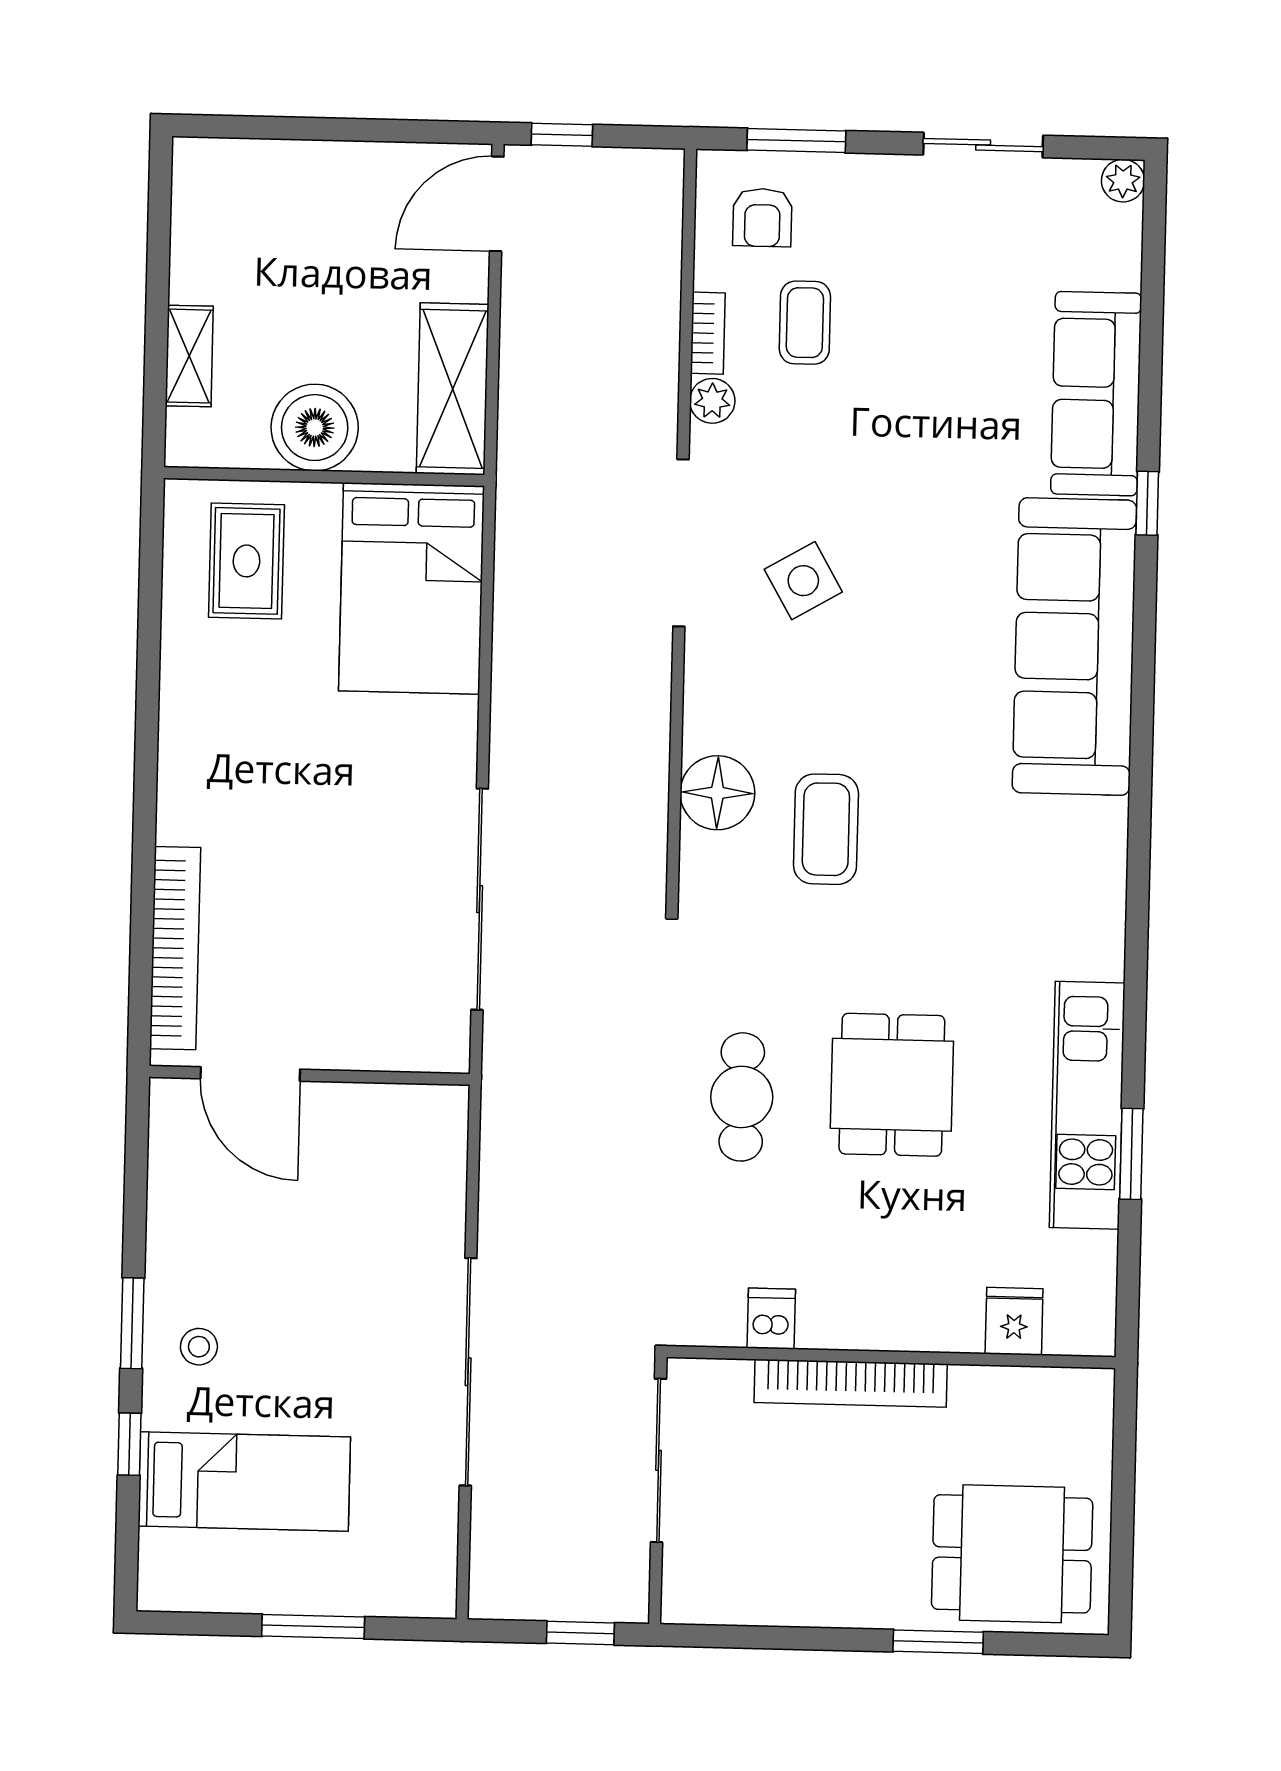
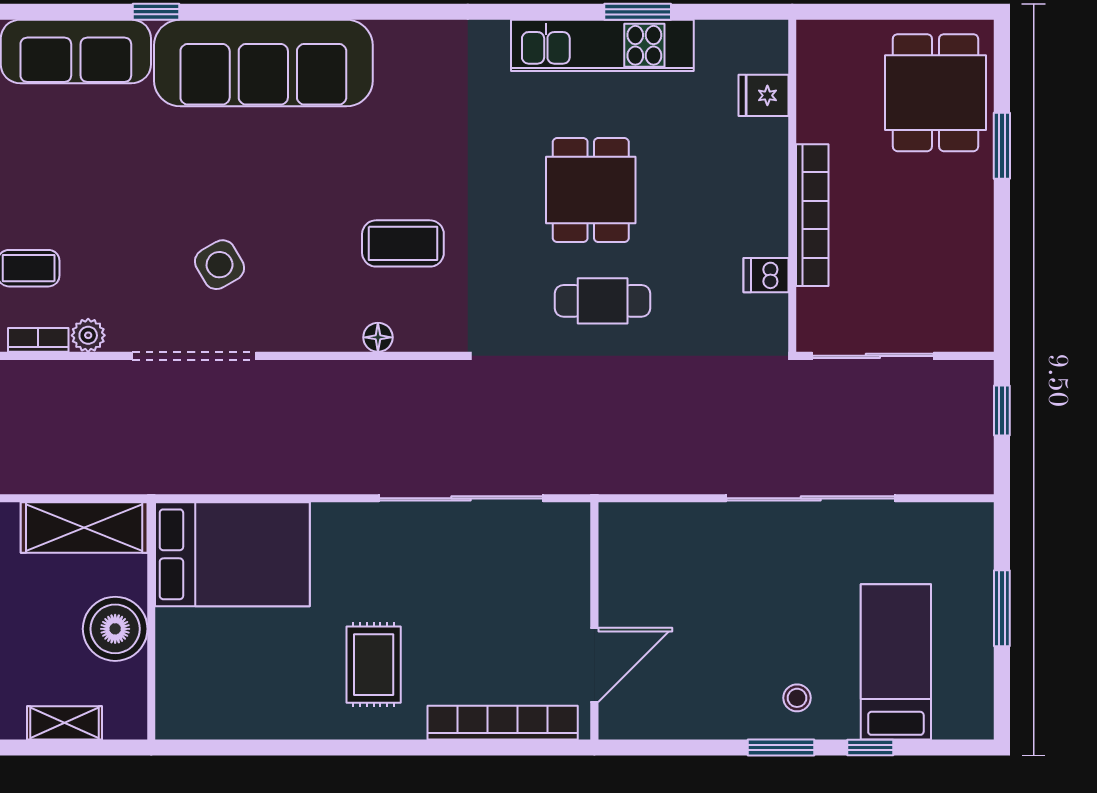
rug: (246, 561) -> (374, 665), moved, turned 90
floor lamp: (717, 793) -> (378, 337), width x0.53, depth x0.53
dining table: (892, 1085) -> (591, 190), turned 90

